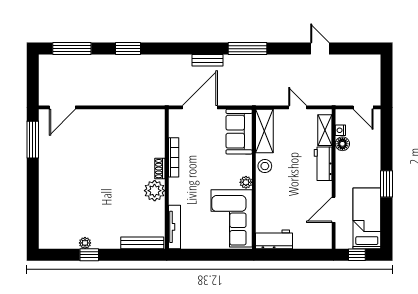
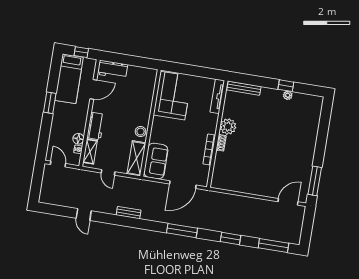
window: (248, 49) -> (182, 231), moved
bench: (207, 60) -> (129, 213), moved
plant: (246, 182) -> (157, 121), removed
workbench: (274, 239) -> (112, 69), moved

